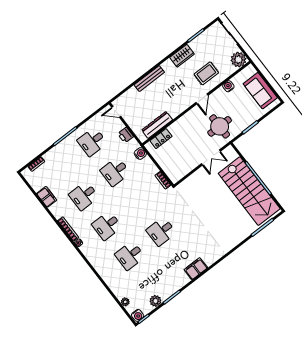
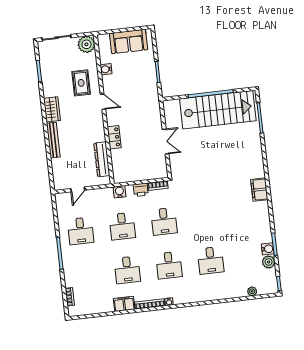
wardrobe: (182, 56) -> (52, 109), moved
door: (116, 112) -> (78, 189), moved
round table: (220, 126) -> (139, 101), removed
printer: (126, 135) -> (141, 190), moved
locker: (161, 139) -> (114, 137), moved
double door: (211, 158) -> (166, 142), moved
filing cabinet: (47, 197) -> (124, 304), moved
desk: (161, 231) -> (164, 221), moved
filing cabinet: (196, 269) -> (259, 190), moved
water cooler: (138, 315) -> (268, 249), moved

